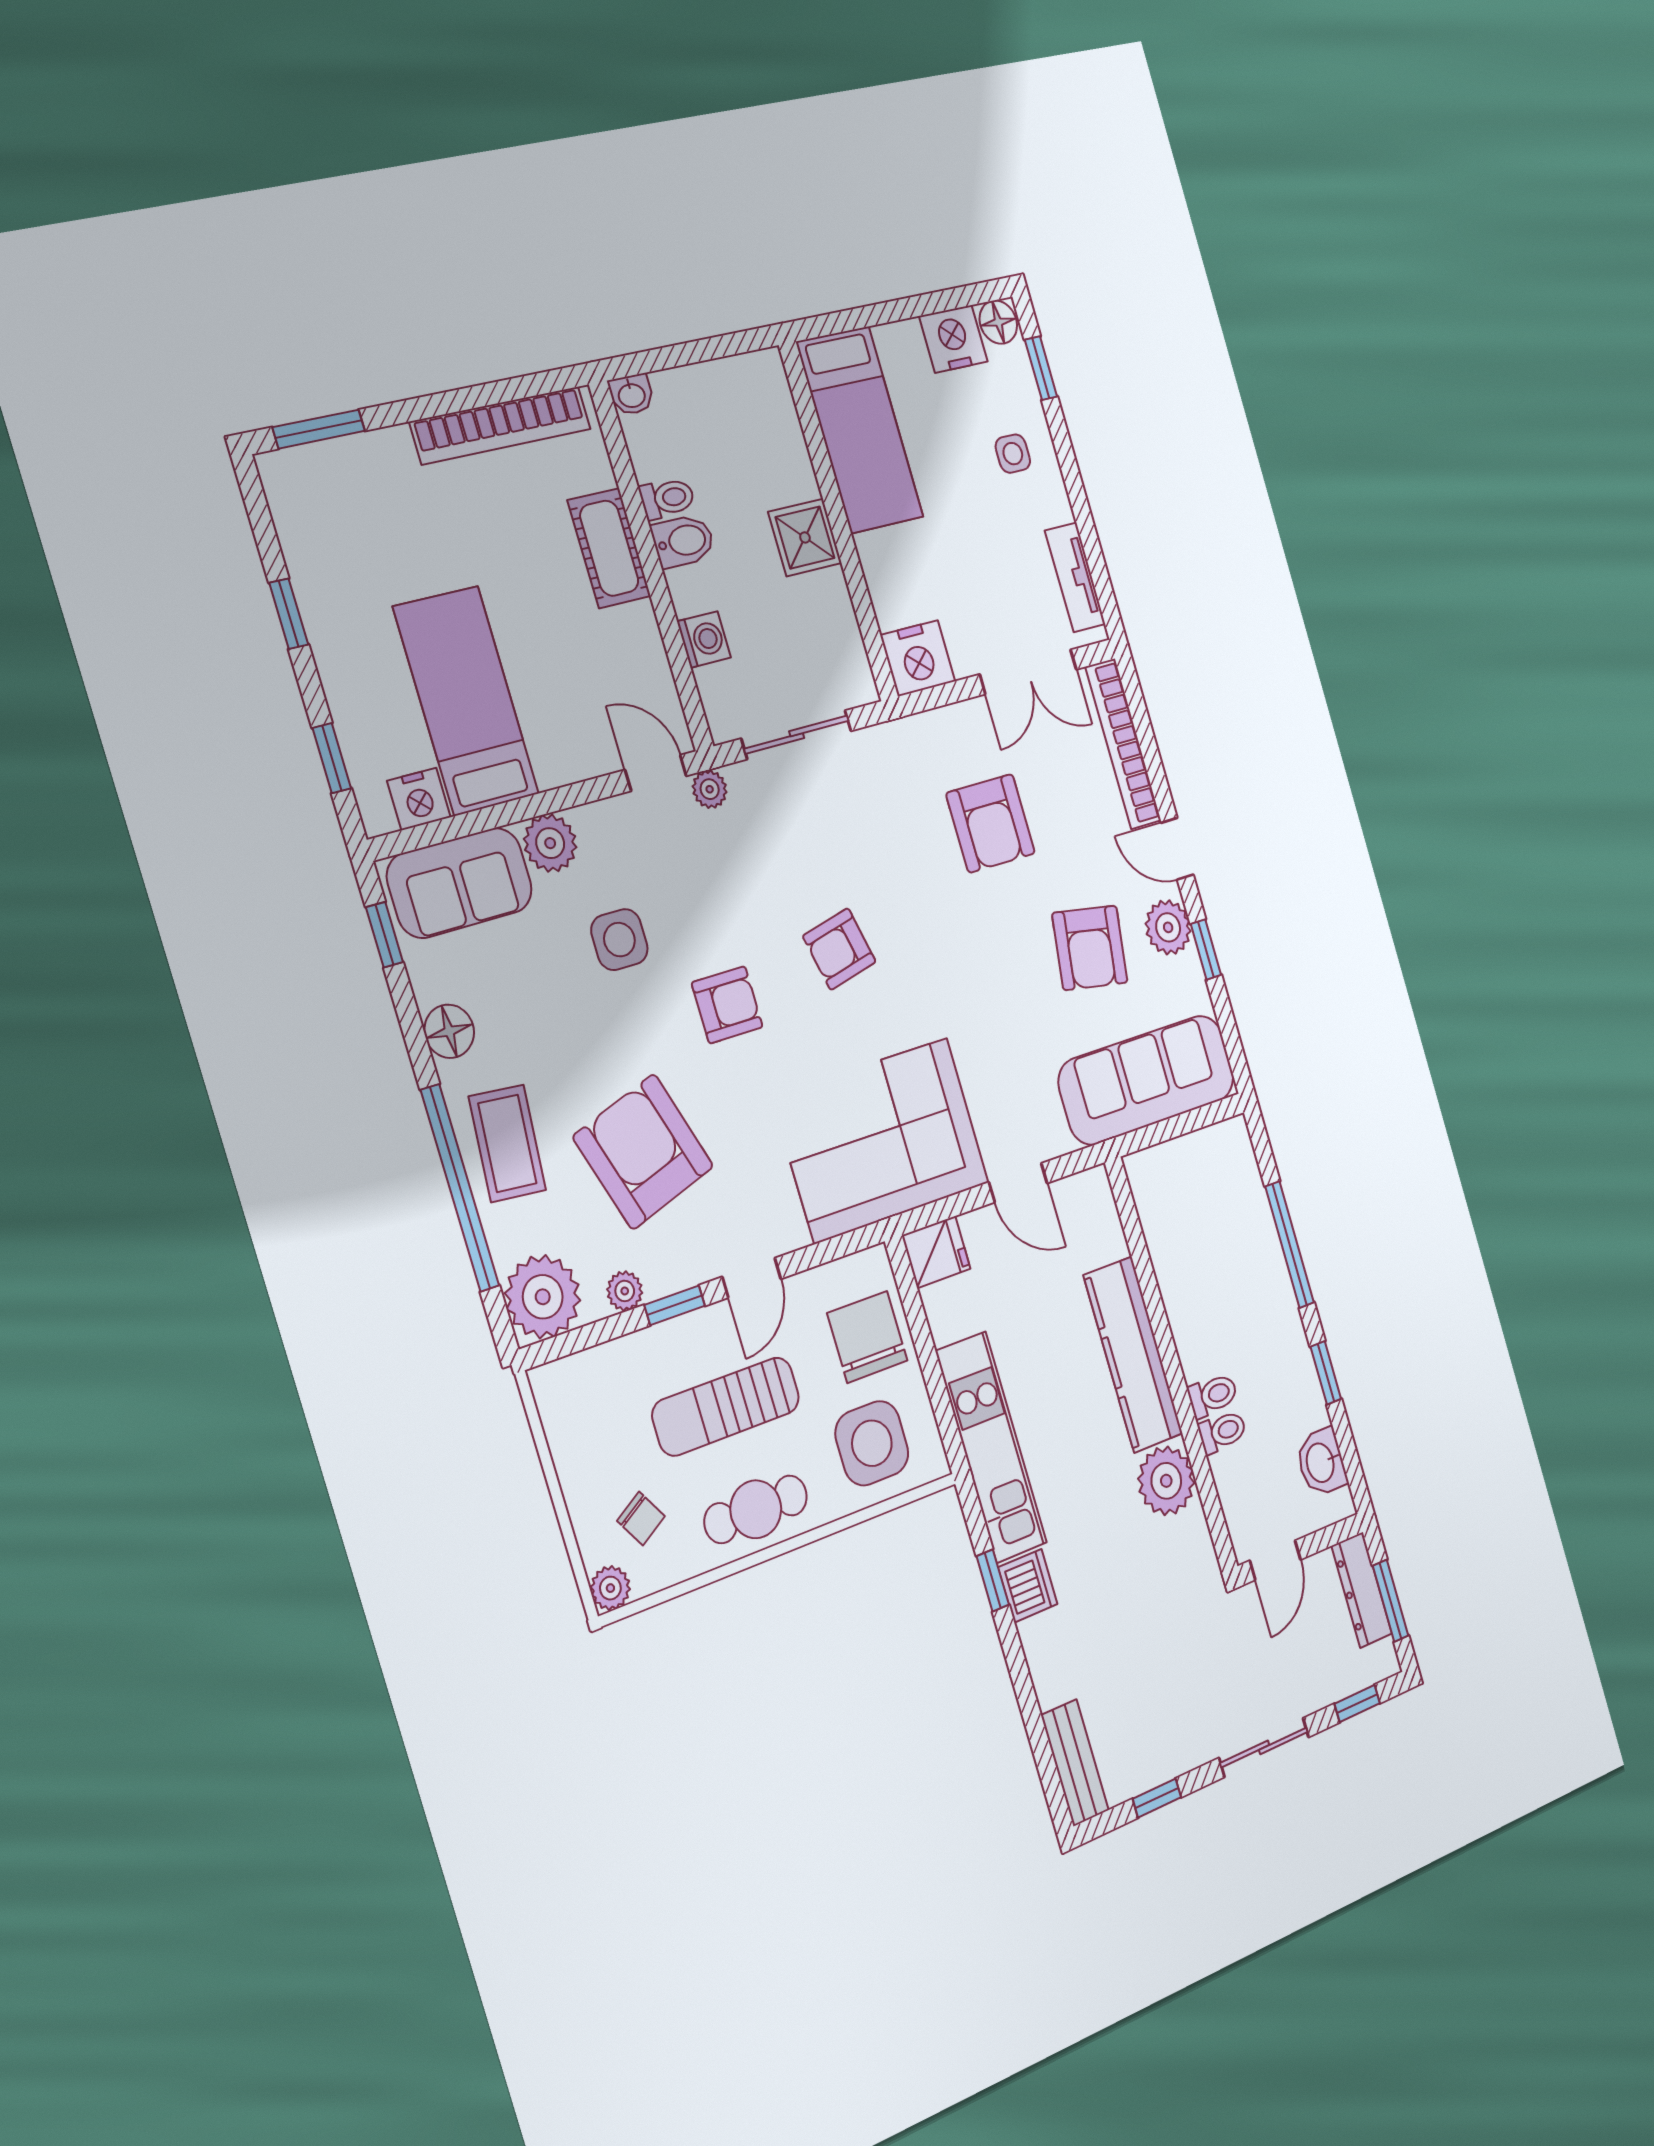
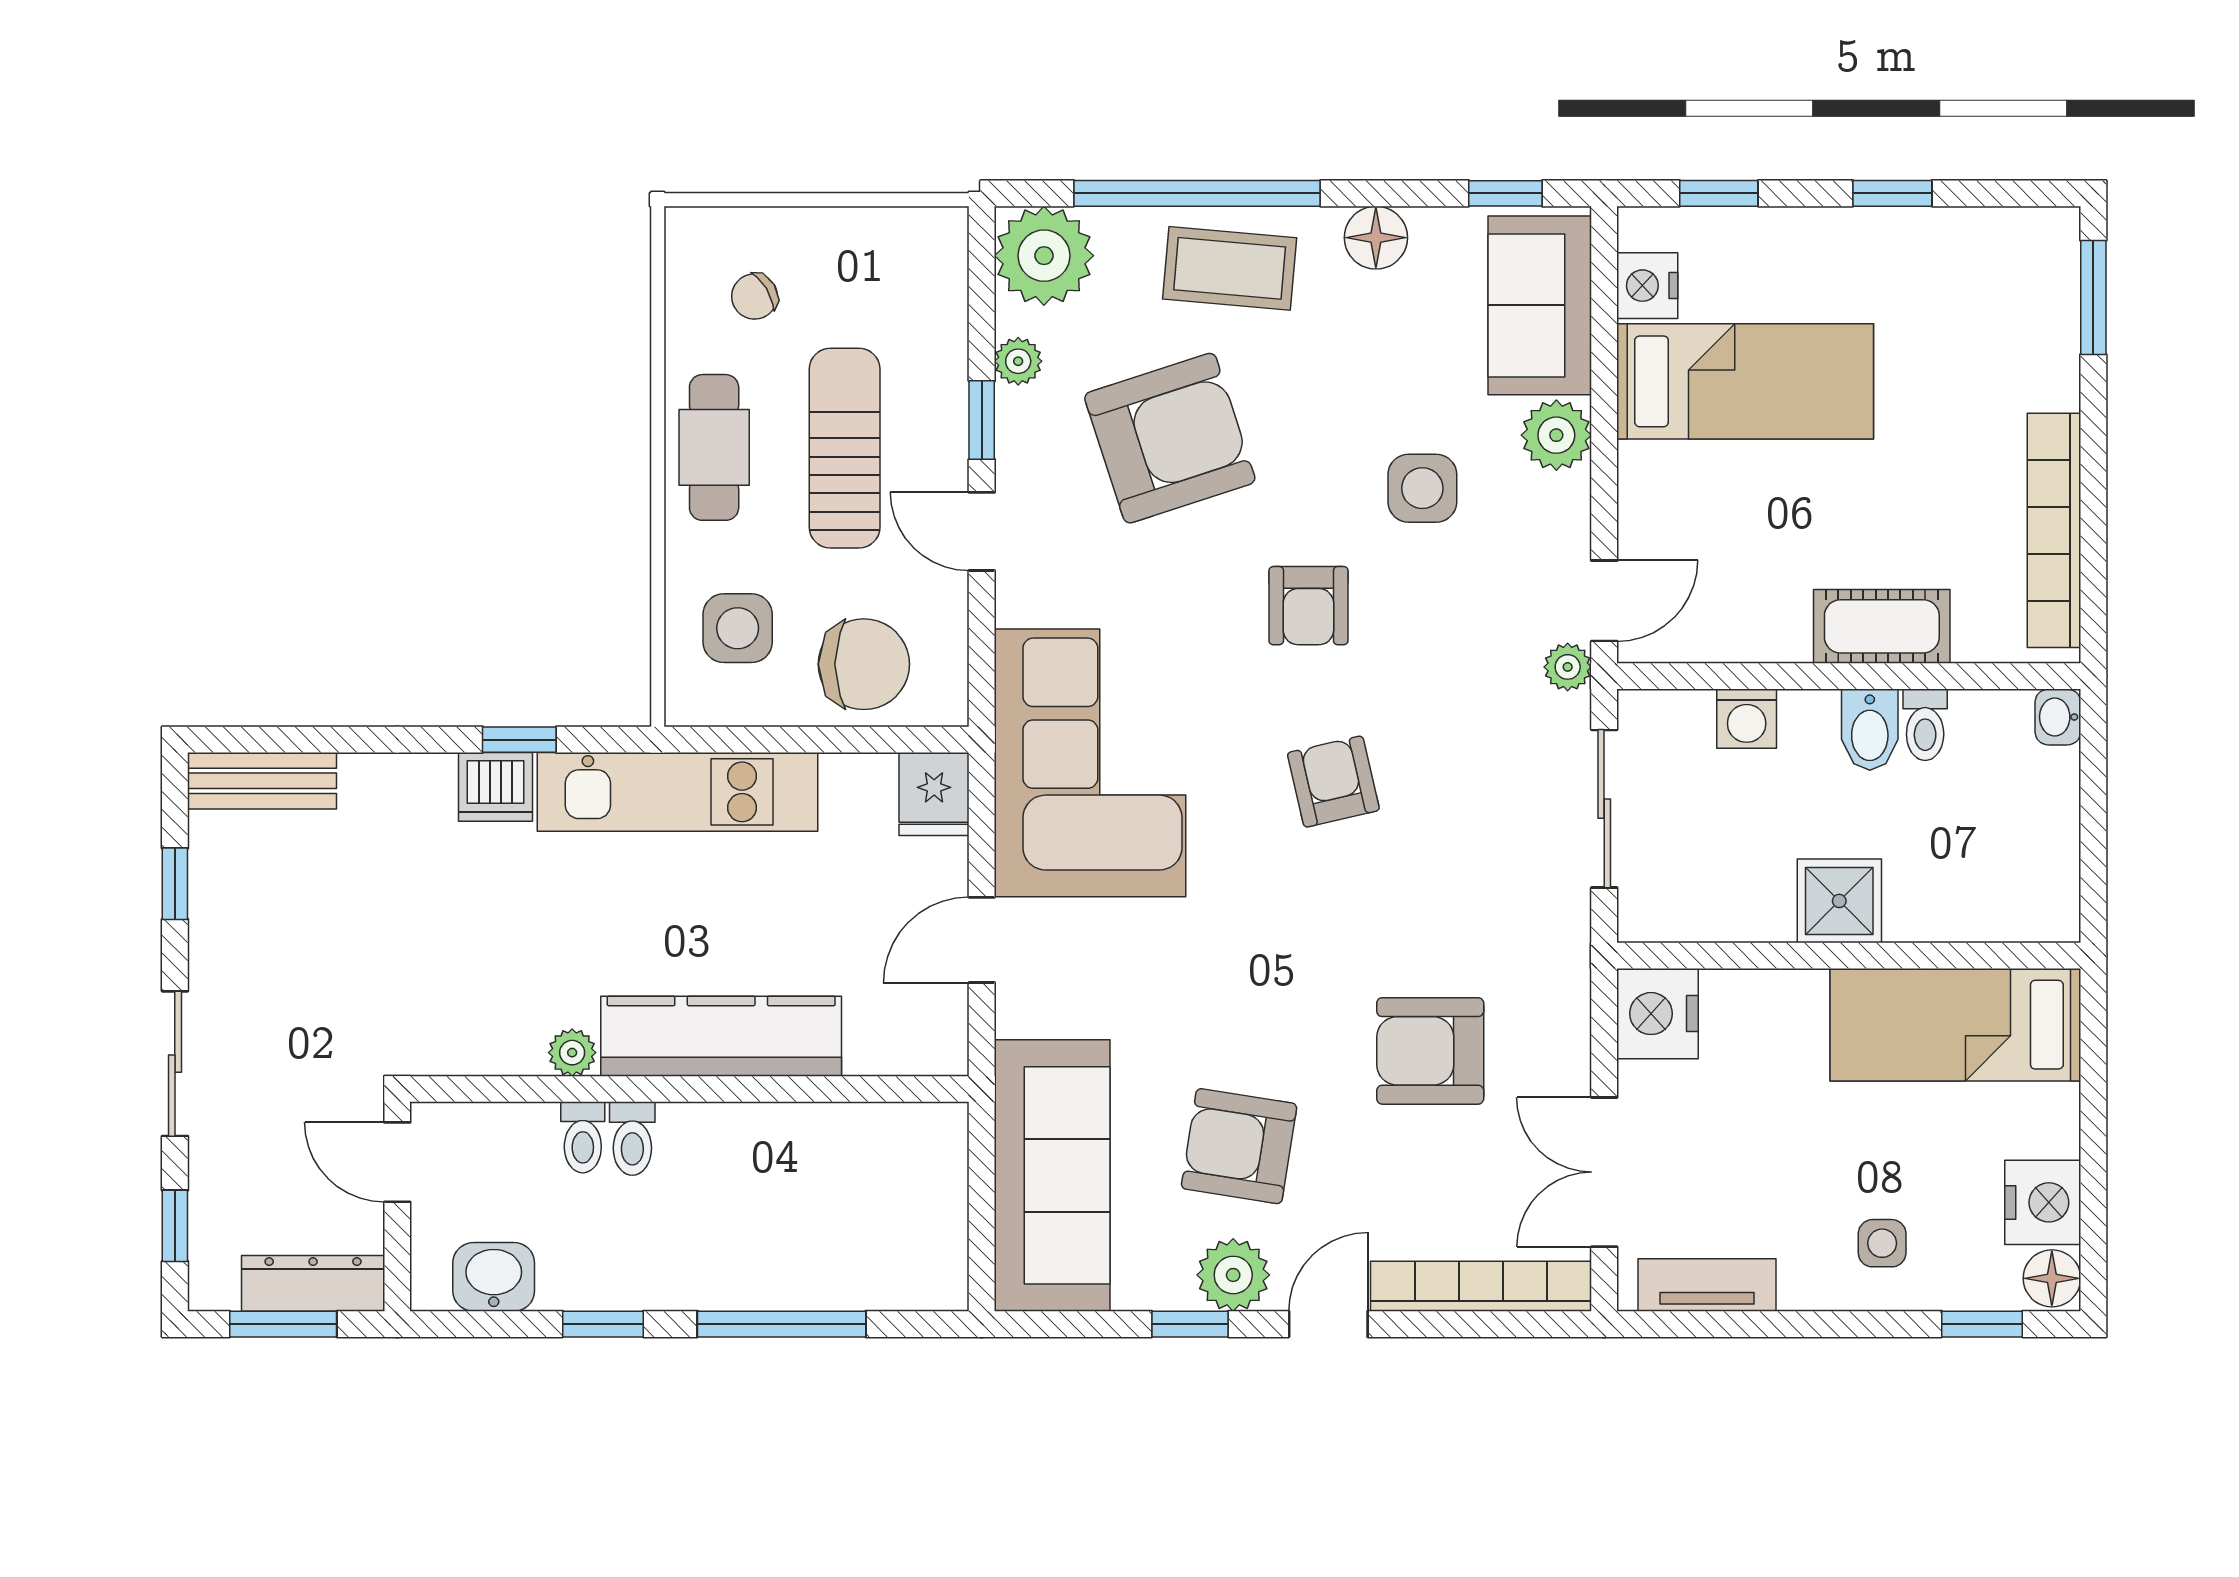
side table: (872, 1443) -> (738, 628), width x0.73, depth x0.73
plant: (1166, 1481) -> (572, 1053), width x0.53, depth x0.53
plant: (610, 1588) -> (690, 232), removed

